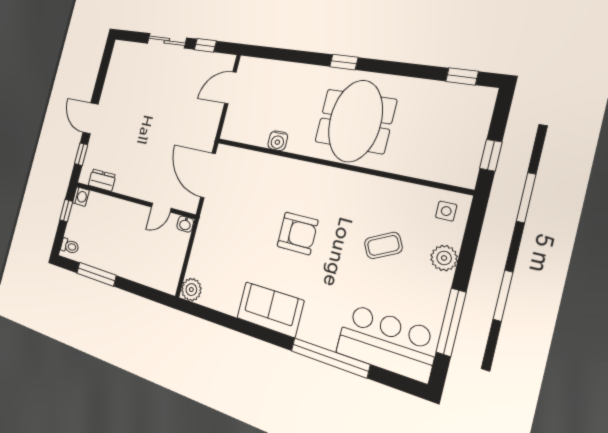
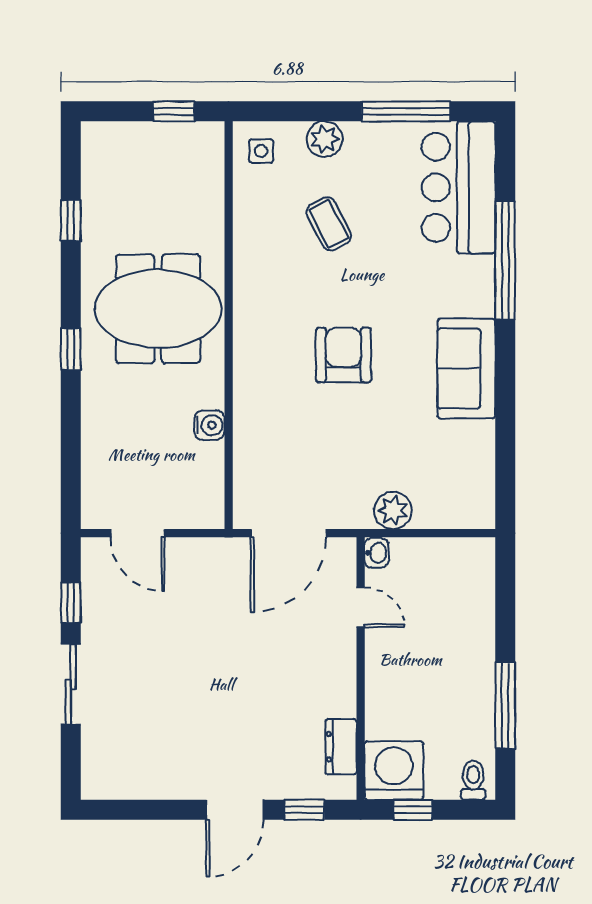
window: (462, 76) -> (71, 221), moved
washing machine: (81, 197) -> (394, 771), width x1.89, depth x1.89
plant: (191, 290) -> (393, 510), moved

